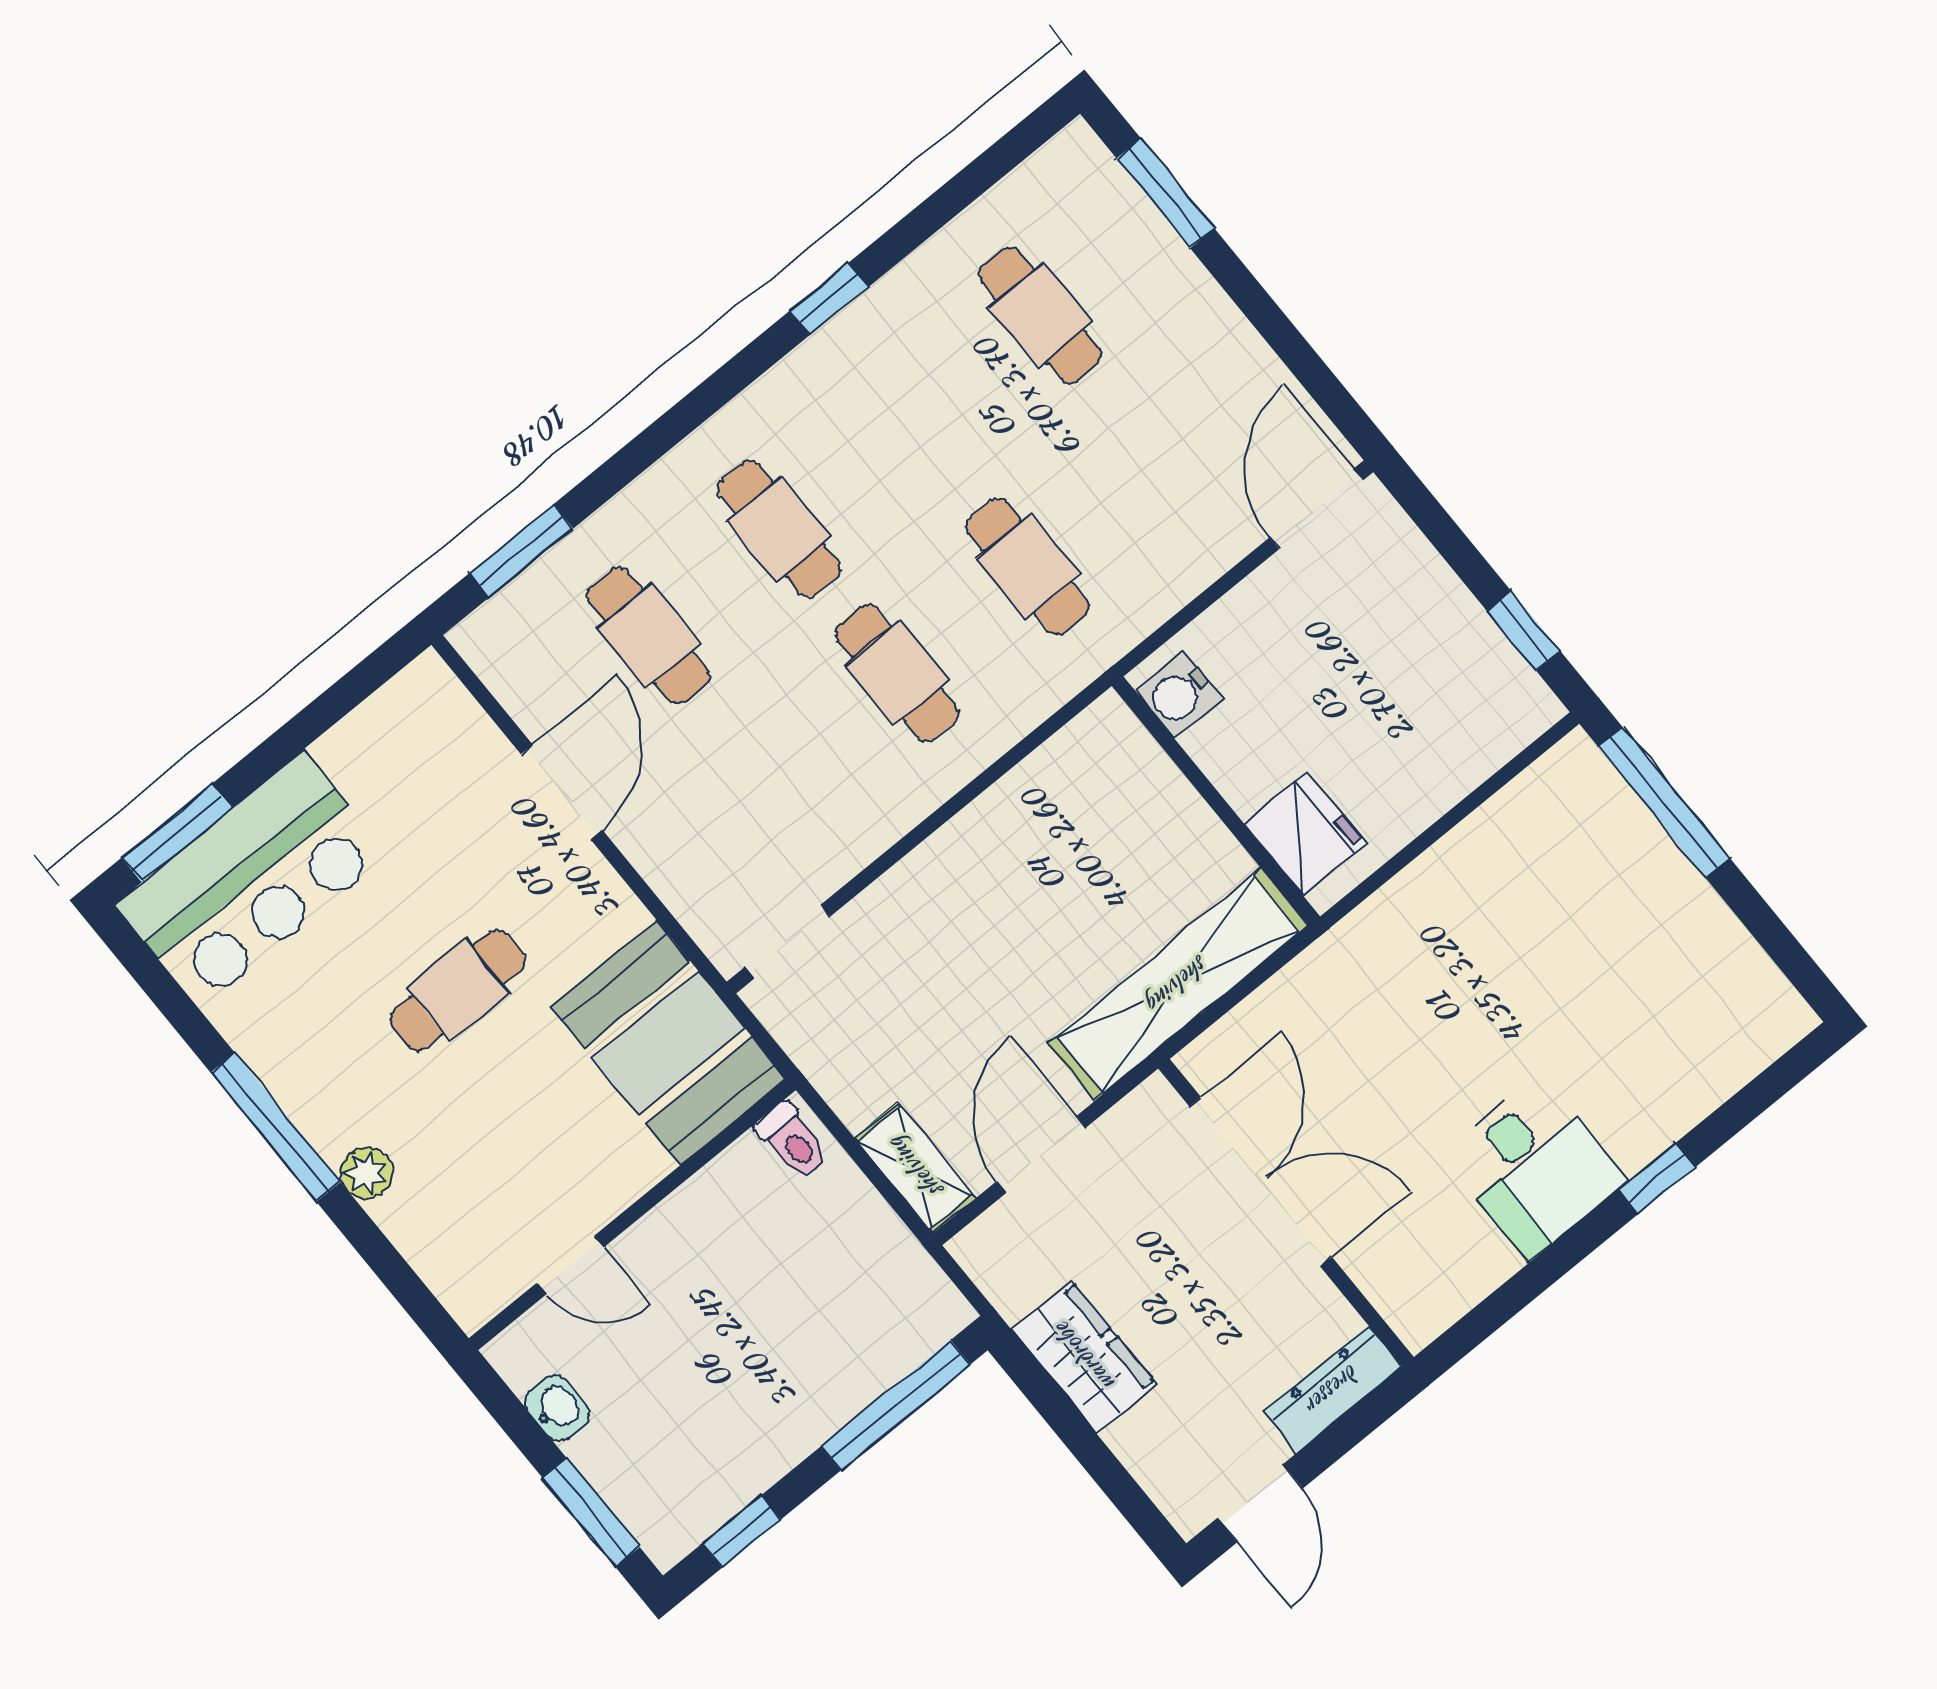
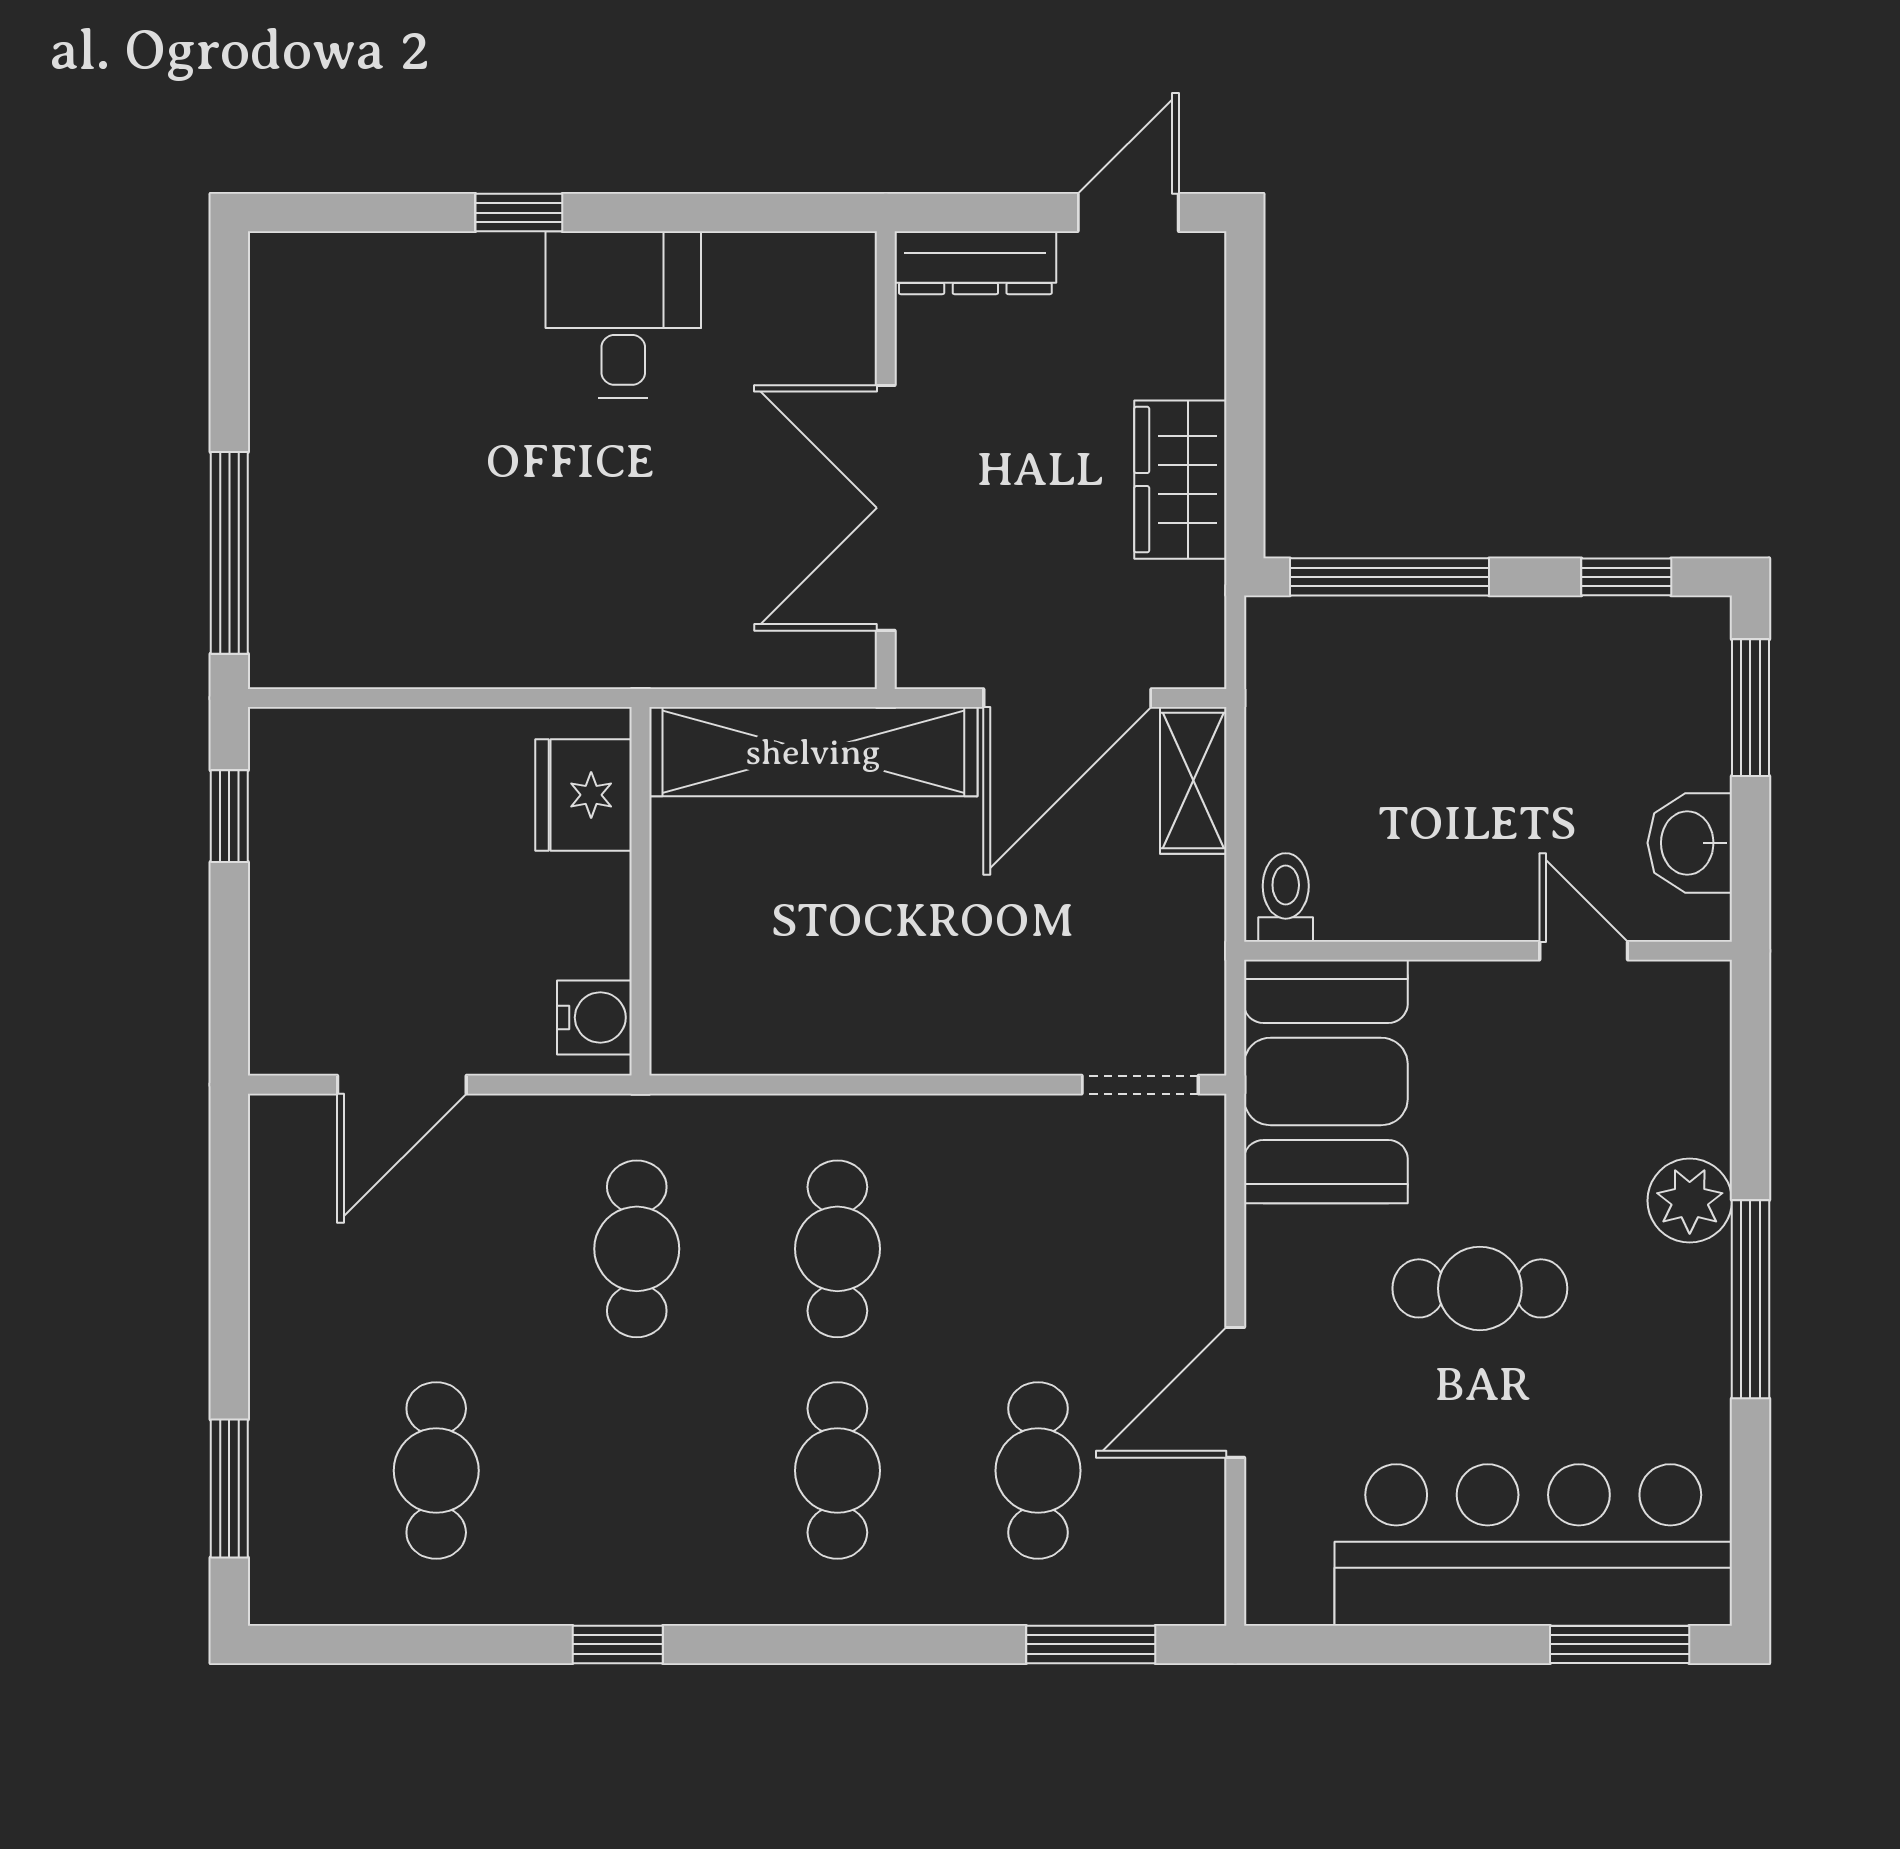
door: (1316, 509) -> (402, 1085), moved
bar counter: (252, 880) -> (1533, 1545), width x1.36
door: (1041, 1155) -> (1067, 698), width x1.36
plant: (366, 1173) -> (1690, 1201), width x1.38, depth x1.38
washbasin: (557, 1408) -> (1690, 843), width x1.38, depth x1.45

